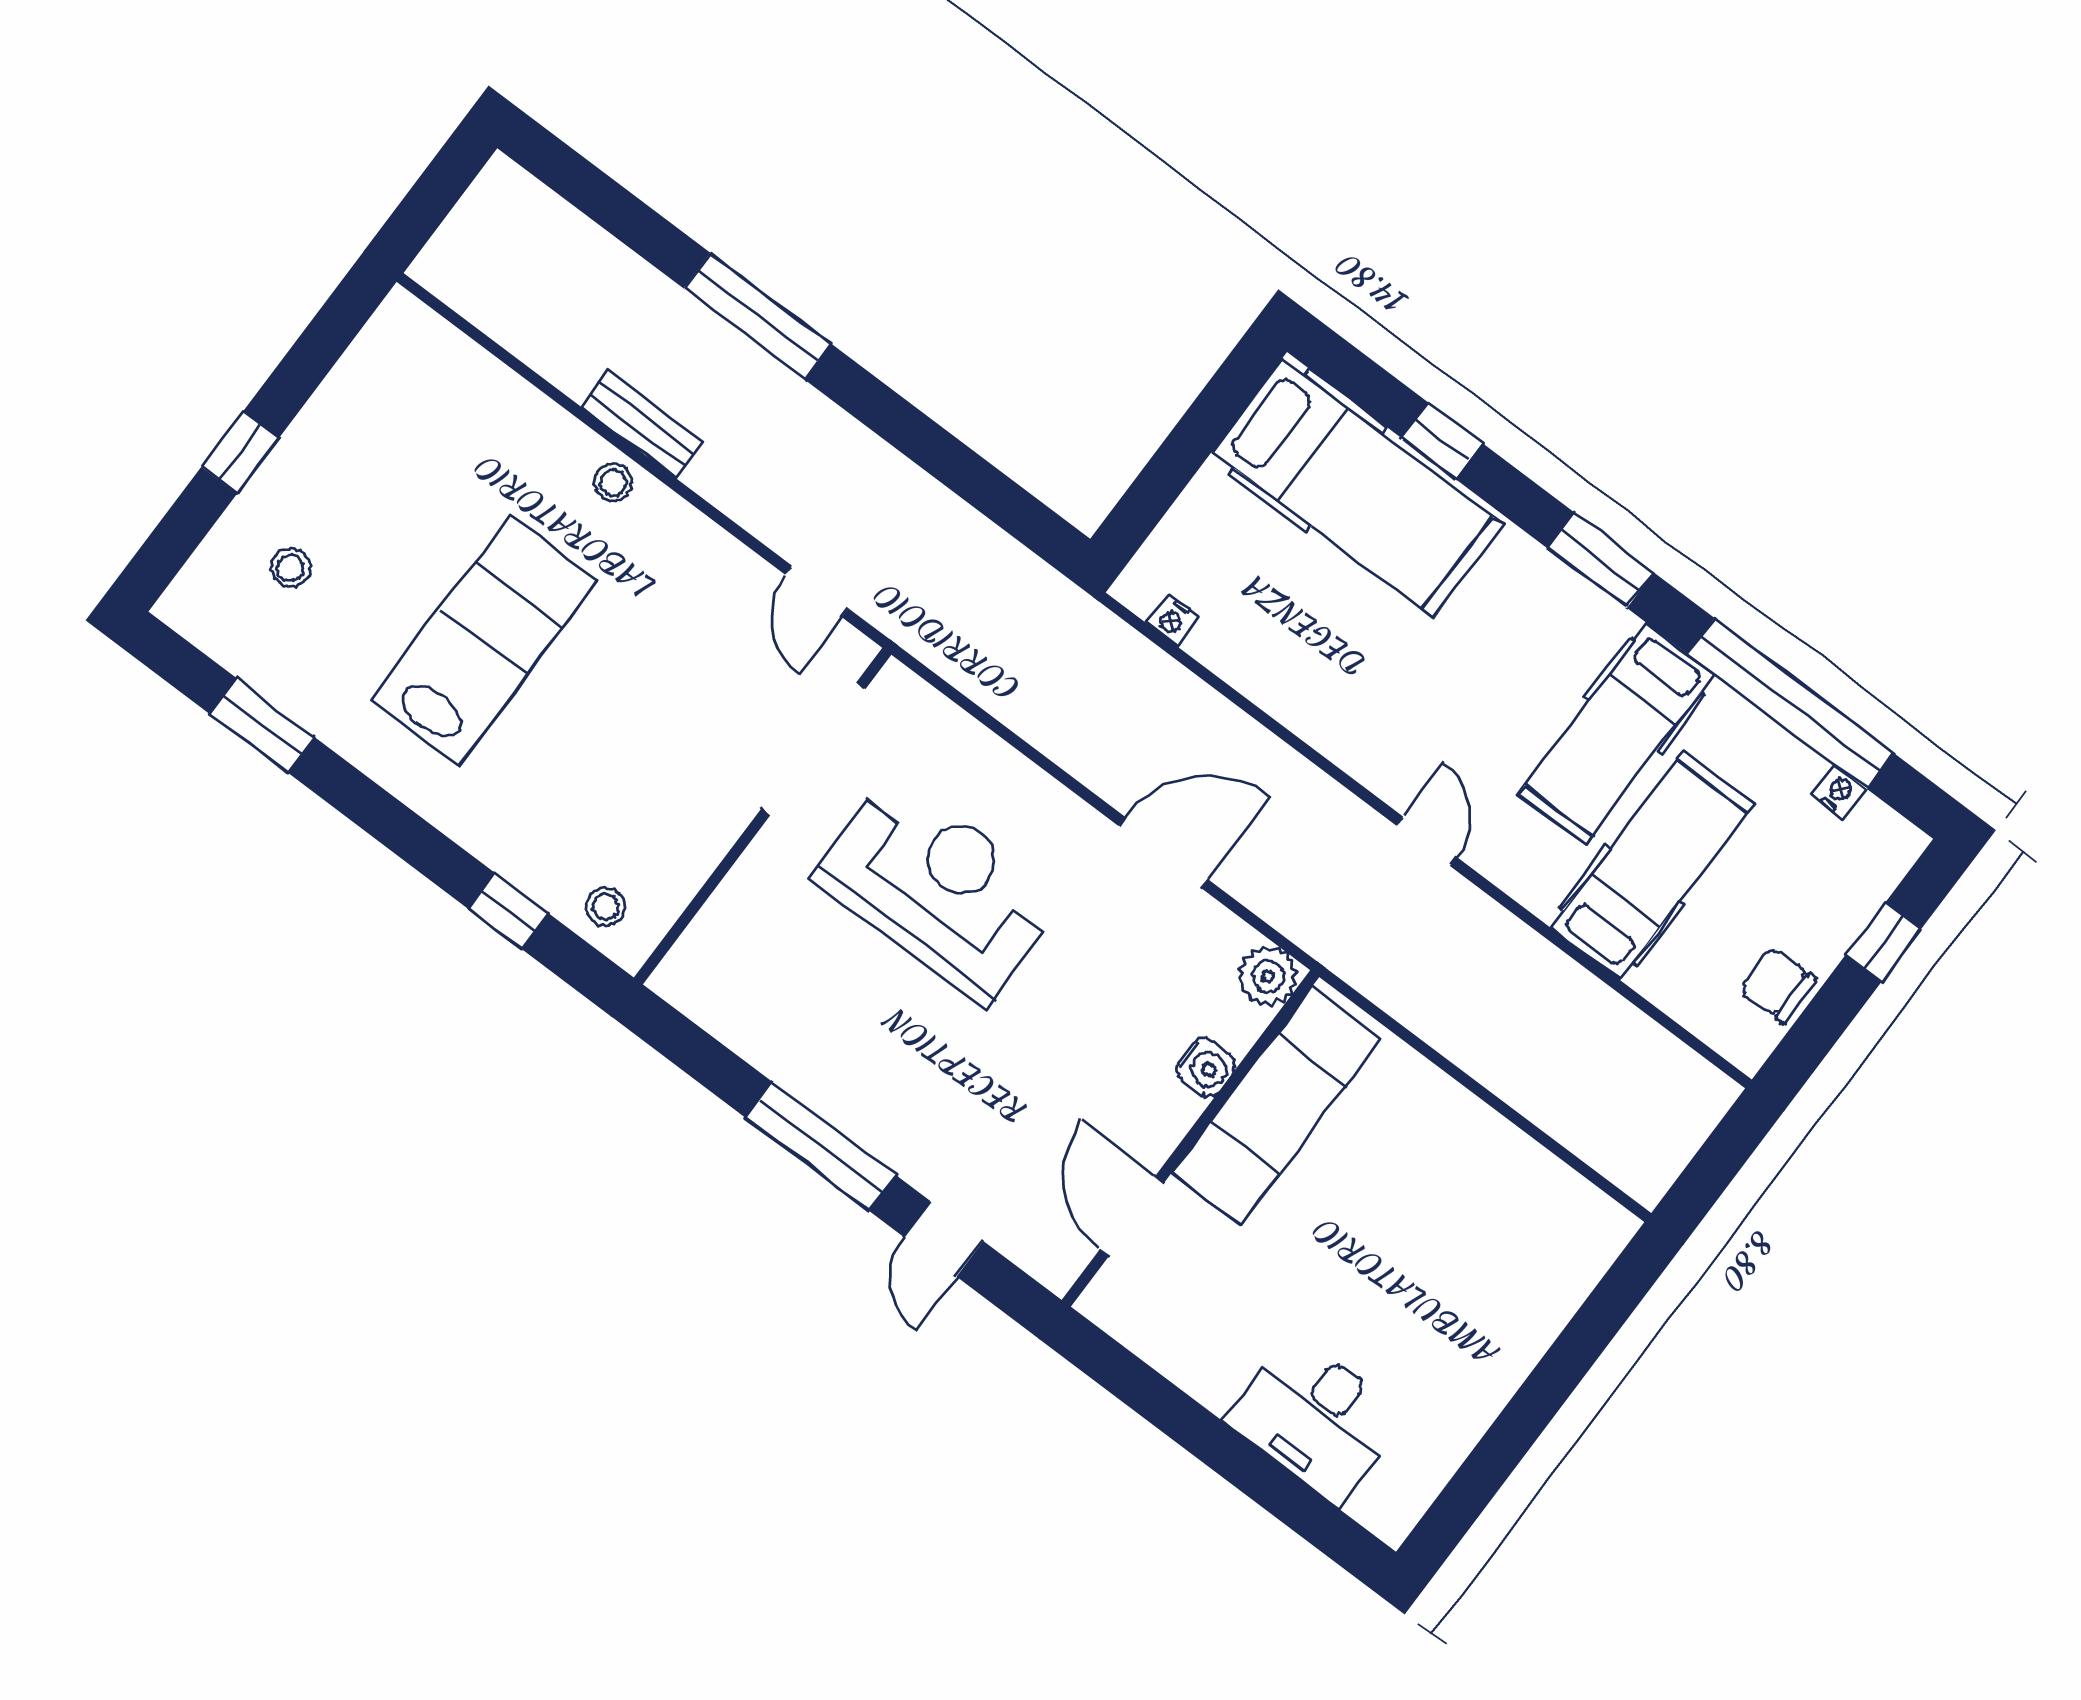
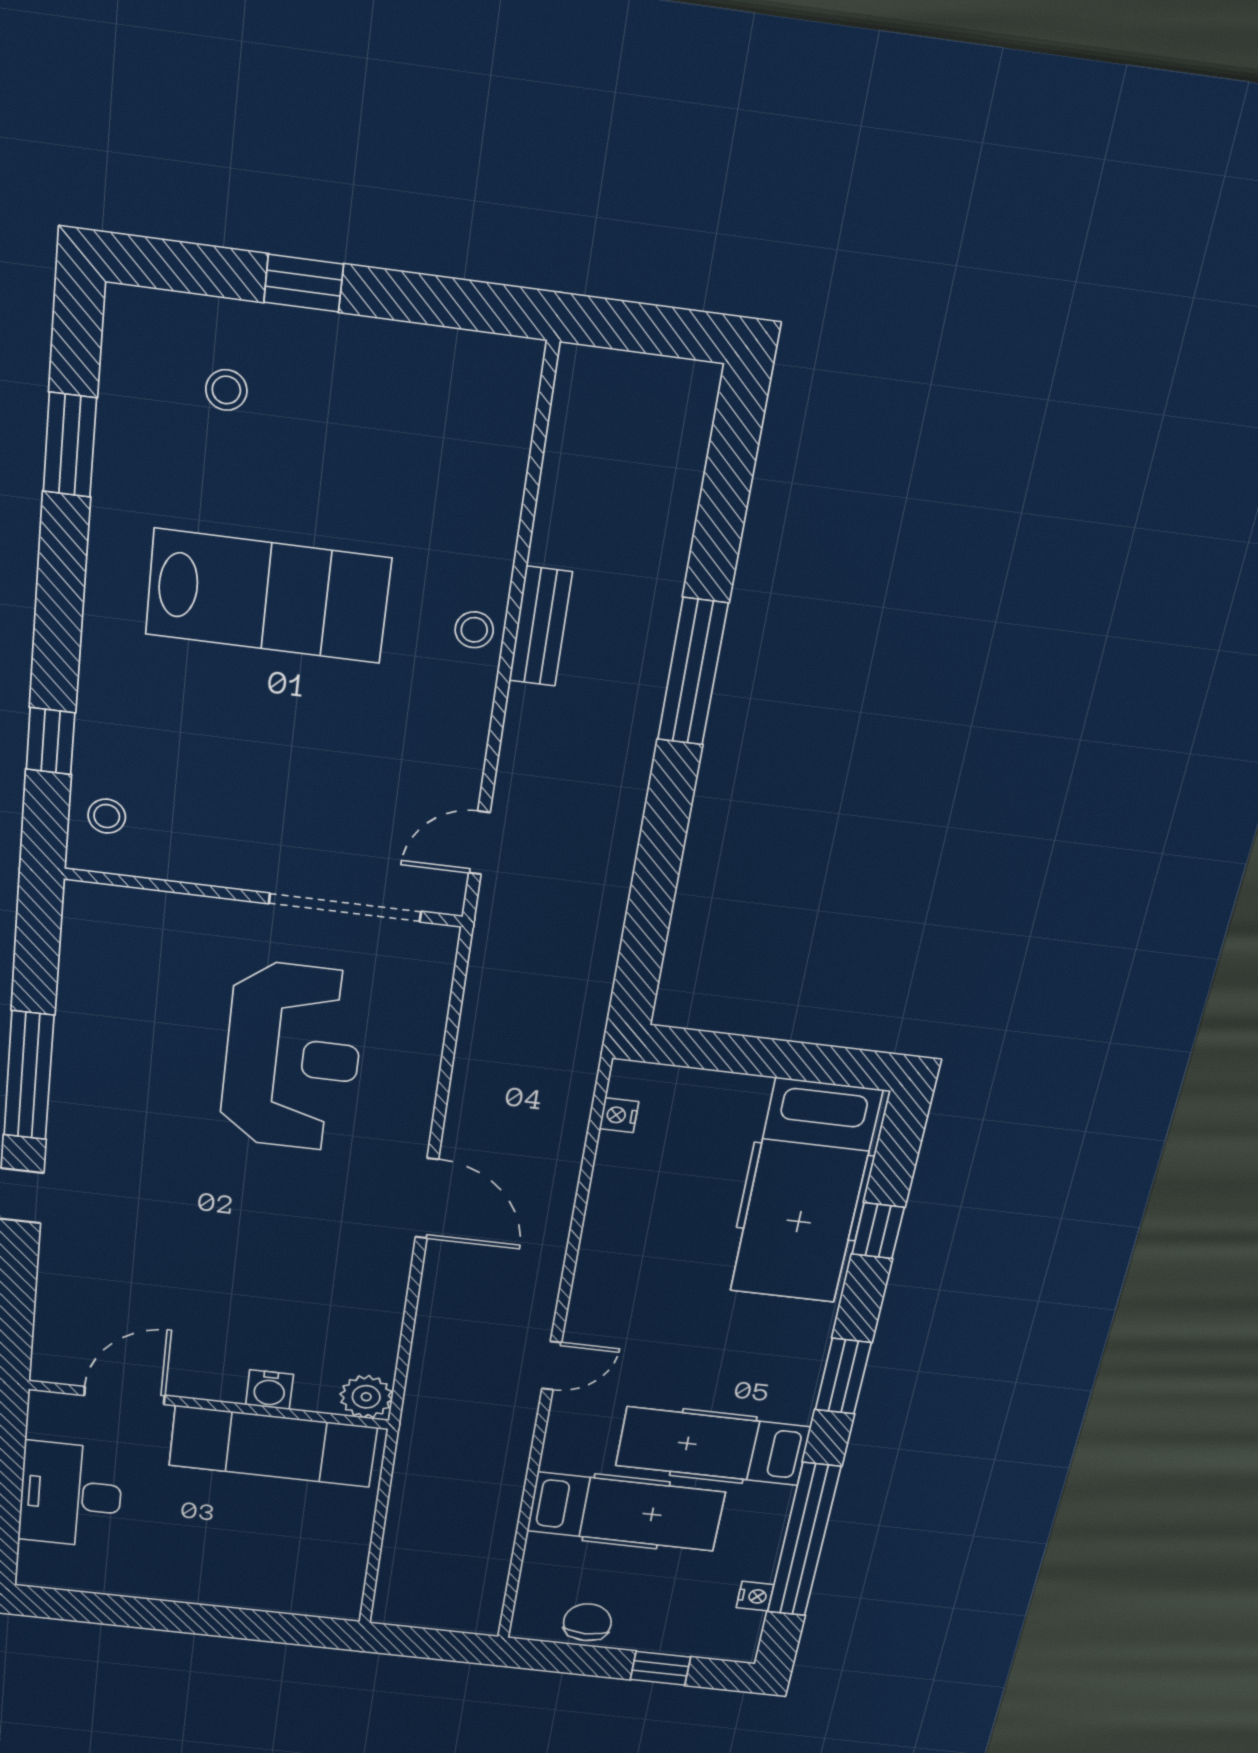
plant: (1268, 976) -> (366, 1397), moved
water cooler: (1206, 1067) -> (270, 1390), moved
exam couch: (1276, 1106) -> (273, 1446), moved
wall: (1190, 1138) -> (209, 1405), moved
door: (1132, 1216) -> (125, 1395), moved

